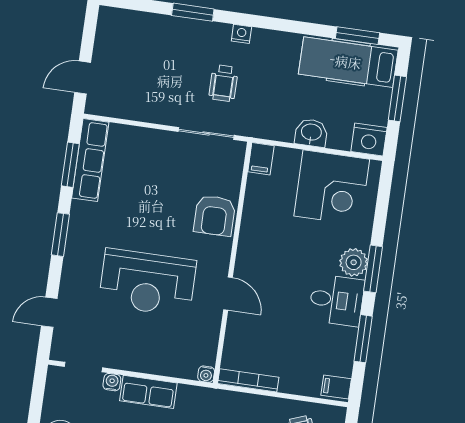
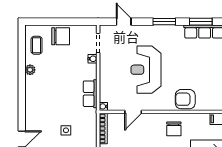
chair: (268, 245) -> (174, 129), added
door: (228, 294) -> (133, 112), moved
row of seats: (148, 392) -> (90, 94), moved

